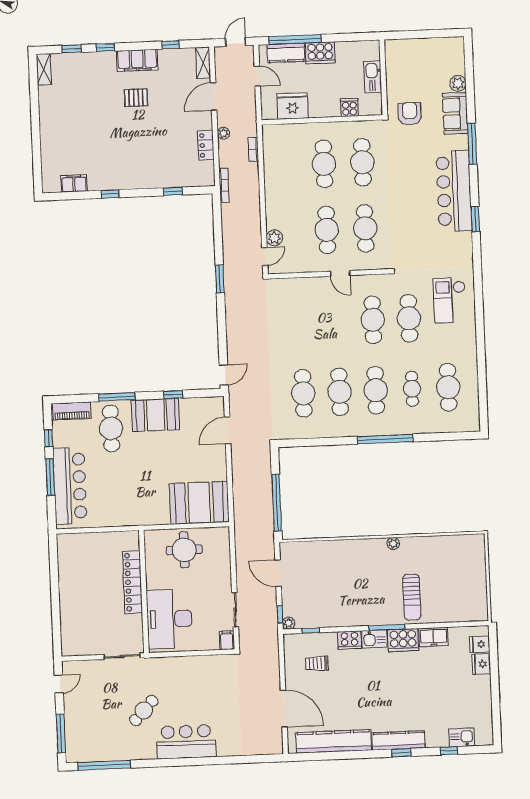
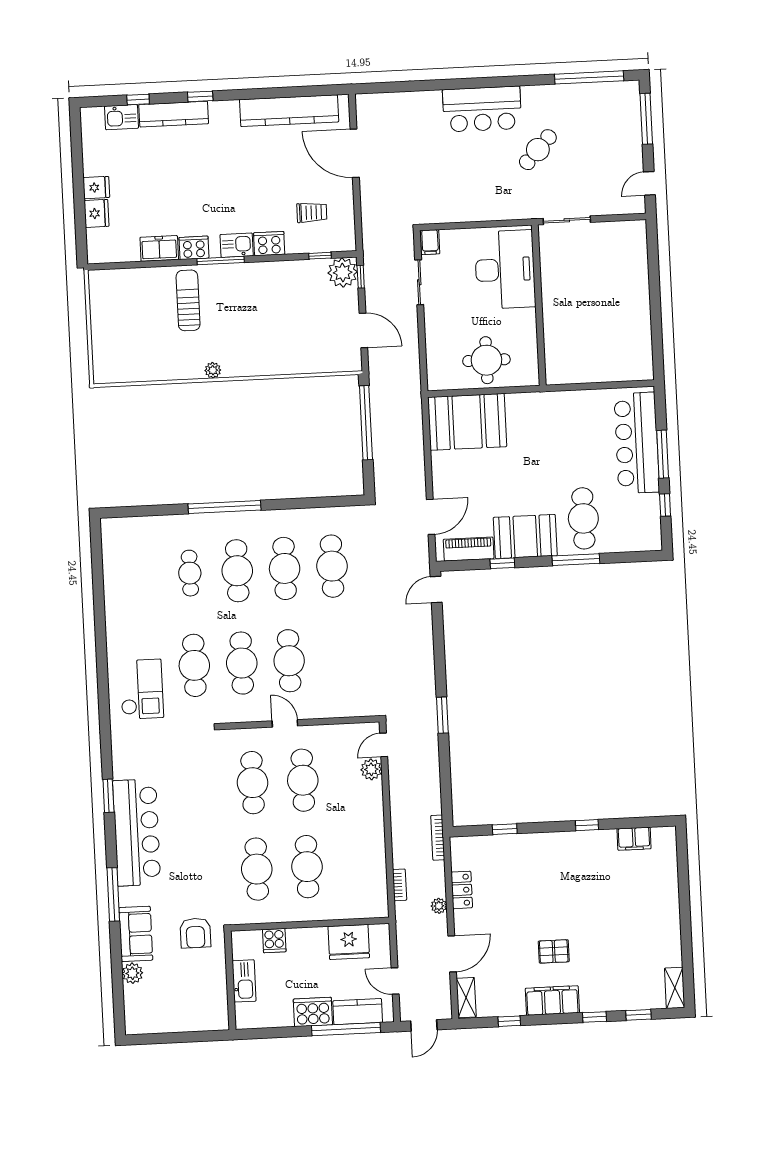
cafe table: (448, 387) -> (289, 661), moved
piano: (72, 411) -> (469, 549), moved
locker: (132, 582) -> (554, 317), removed
plant: (289, 623) -> (343, 272), width x1.87, depth x1.87
cooker: (403, 640) -> (194, 248), width x0.73, depth x0.76
fridge: (480, 644) -> (96, 188), moved
kitchen counter: (398, 740) -> (174, 114), moved

